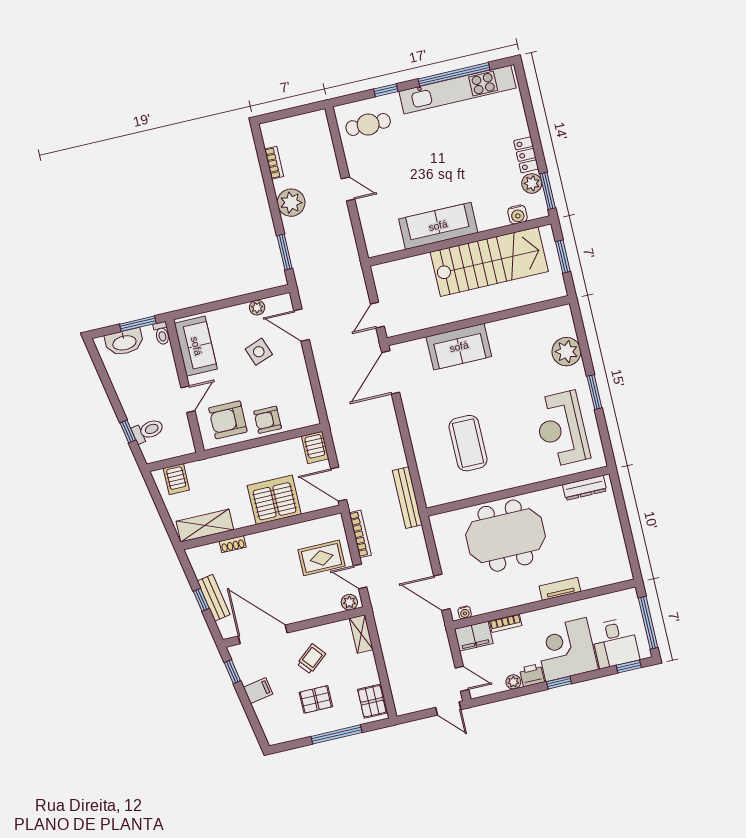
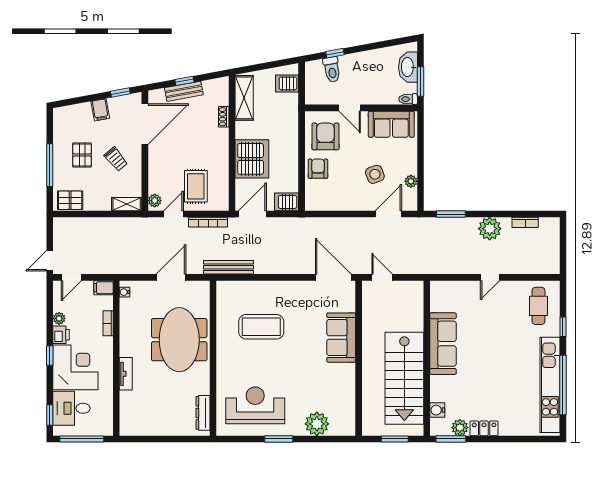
door: (442, 592) -> (171, 277), moved
filing cabinet: (474, 636) -> (104, 288), width x0.50

